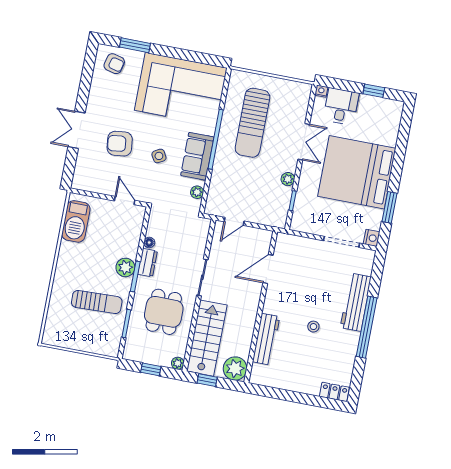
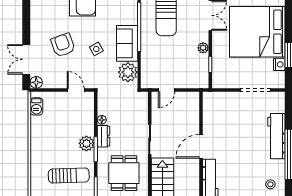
double door: (77, 130) -> (26, 59), moved
armchair: (120, 144) -> (63, 45), turned 77
floor lamp: (79, 182) -> (36, 82), added
plant: (197, 192) -> (128, 72), width x1.88, depth x1.88
barbecue: (76, 221) -> (36, 106), width x0.53, depth x0.65
nightstand: (372, 238) -> (279, 64), moved
door: (268, 269) -> (201, 146), moved
stool: (313, 327) -> (270, 184), moved

